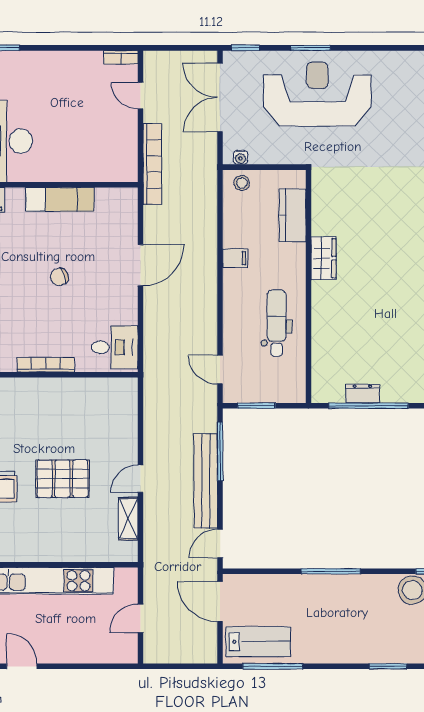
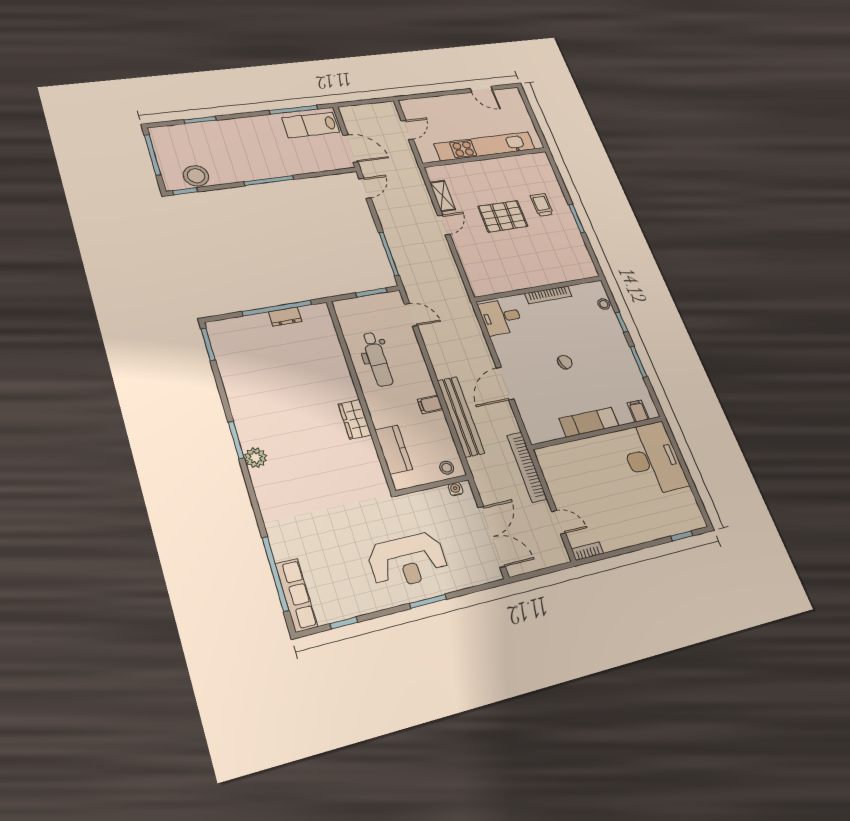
window: (246, 48) -> (344, 623), moved
reception desk: (317, 94) -> (408, 561), width x0.74, depth x0.77
bench: (206, 481) -> (461, 417), moved

